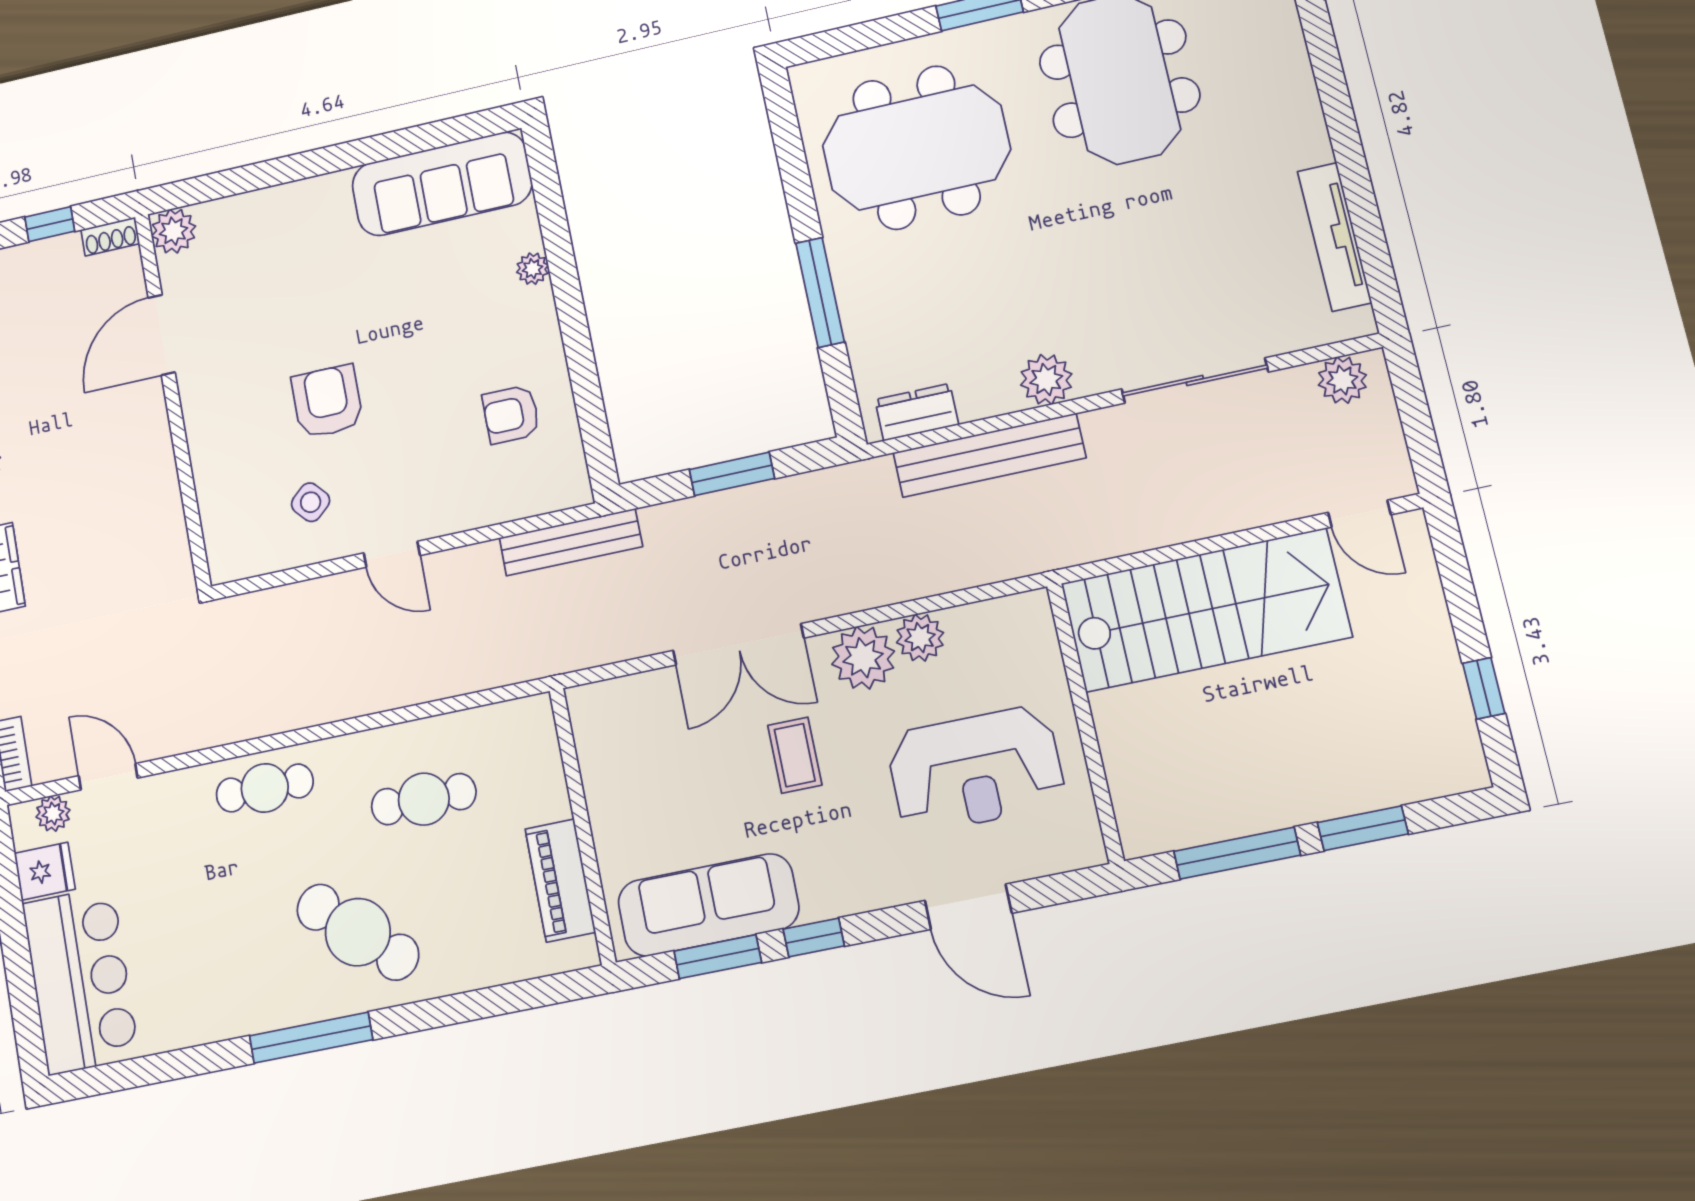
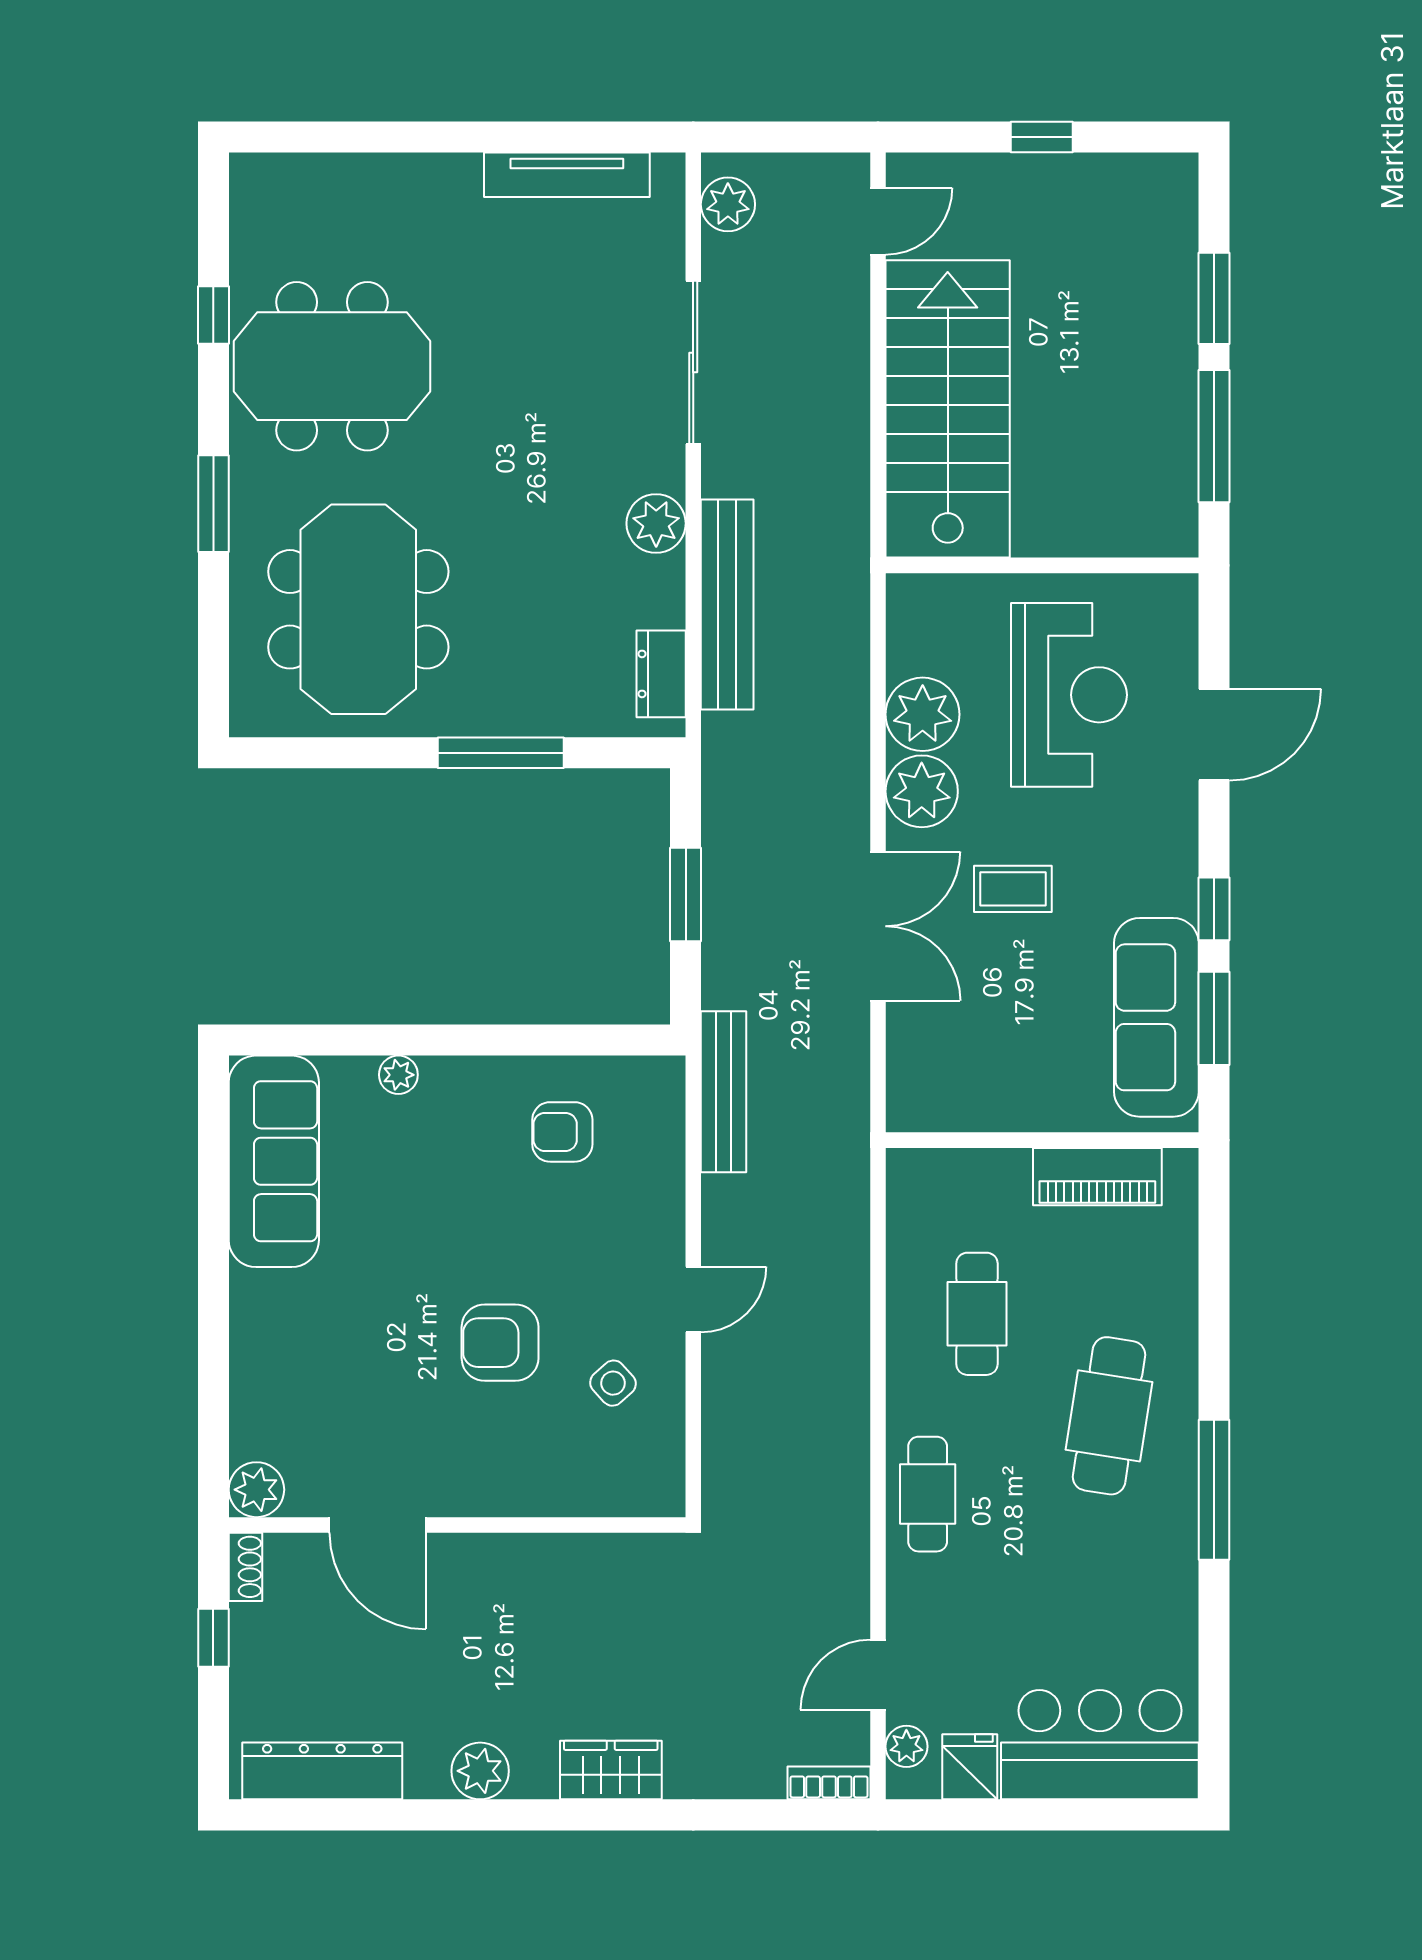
armchair: (511, 414) -> (562, 1132), turned 90
plant: (920, 638) -> (923, 714), width x1.36, depth x1.36
window: (1484, 688) -> (1042, 137), moved
cafe table: (358, 932) -> (1109, 1416), turned -33

